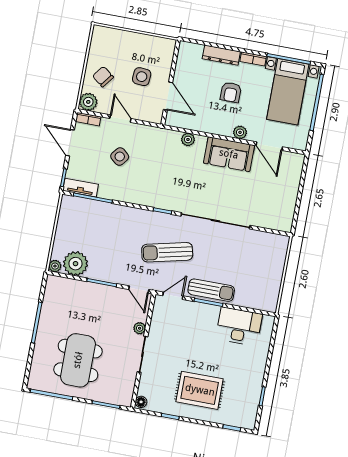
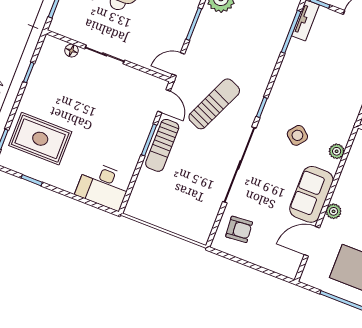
side table: (120, 157) -> (297, 135), moved
armchair: (271, 210) -> (239, 229), added
sun lounger: (167, 252) -> (214, 104), turned 37
desk: (239, 326) -> (103, 186), moved, turned 90
plant: (140, 328) -> (135, 57), removed
rug: (200, 390) -> (40, 139), moved, turned 90
floor lamp: (141, 402) -> (71, 51), moved

